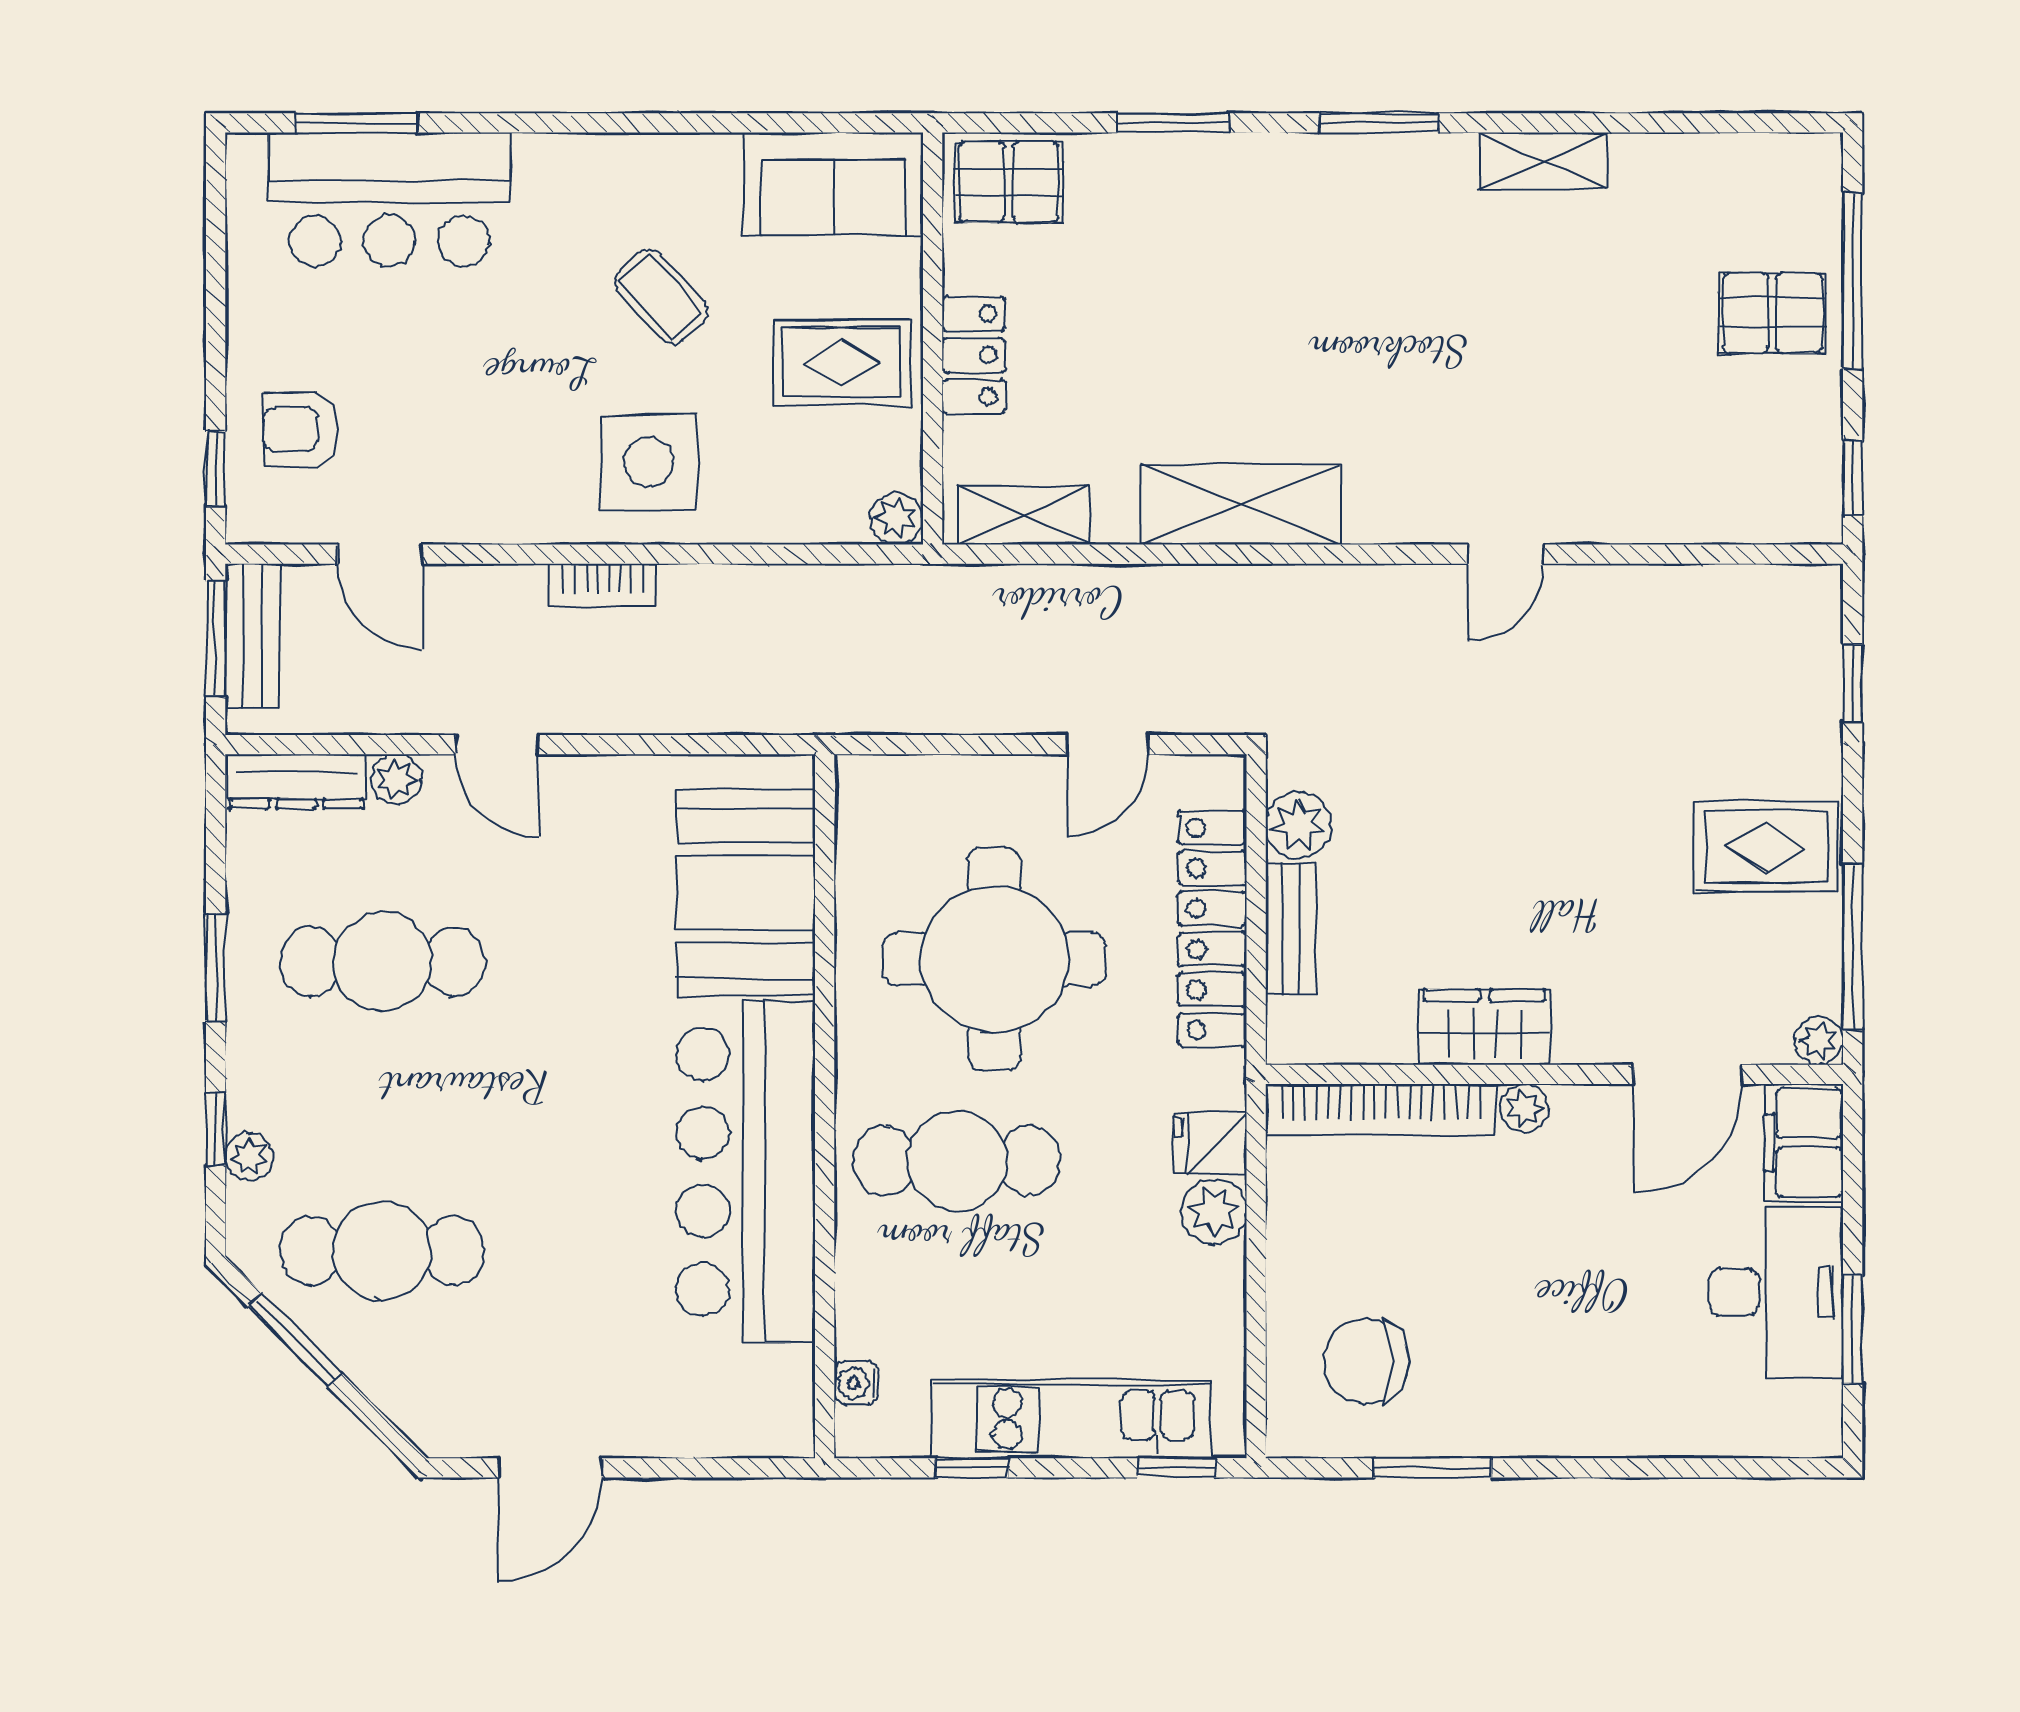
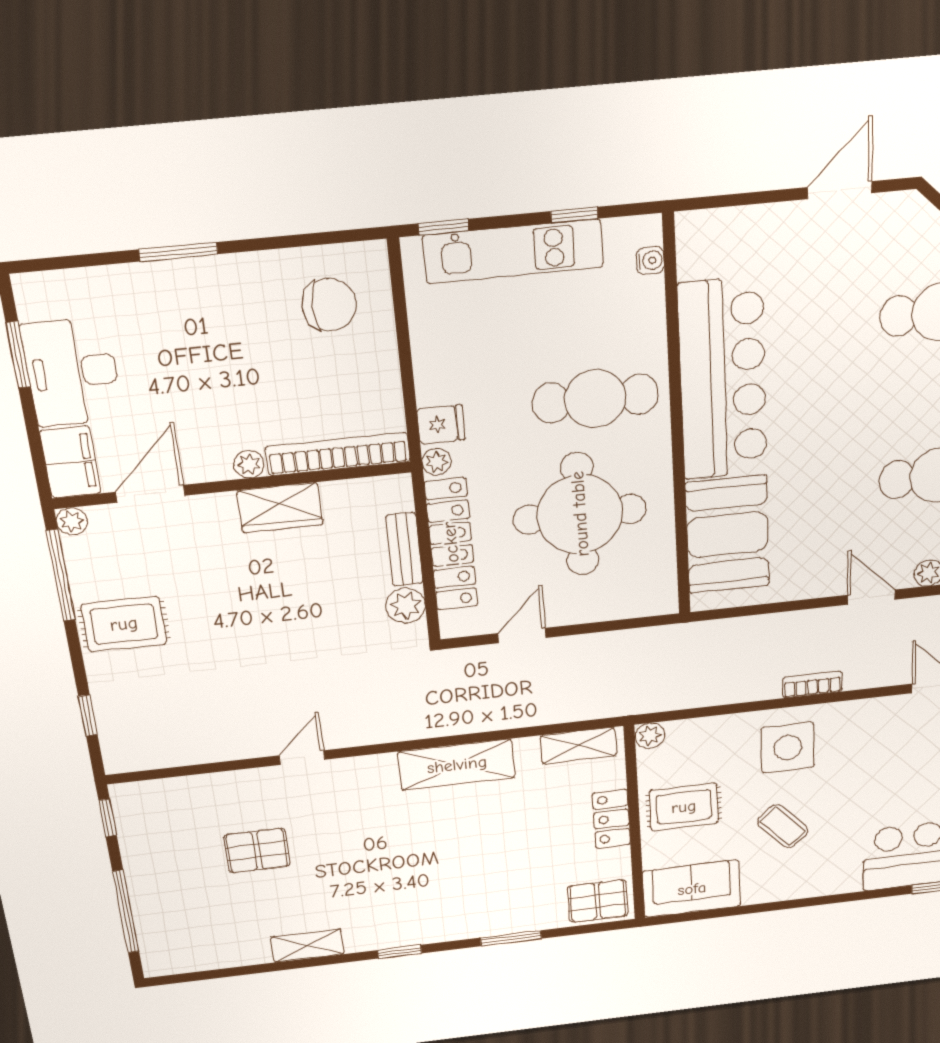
window: (1379, 123) -> (400, 952), width x0.67
pallet: (1772, 313) -> (257, 850), moved
plant: (1214, 1212) -> (437, 462), moved, width x0.73, depth x0.73
window: (1432, 1468) -> (178, 252), moved

